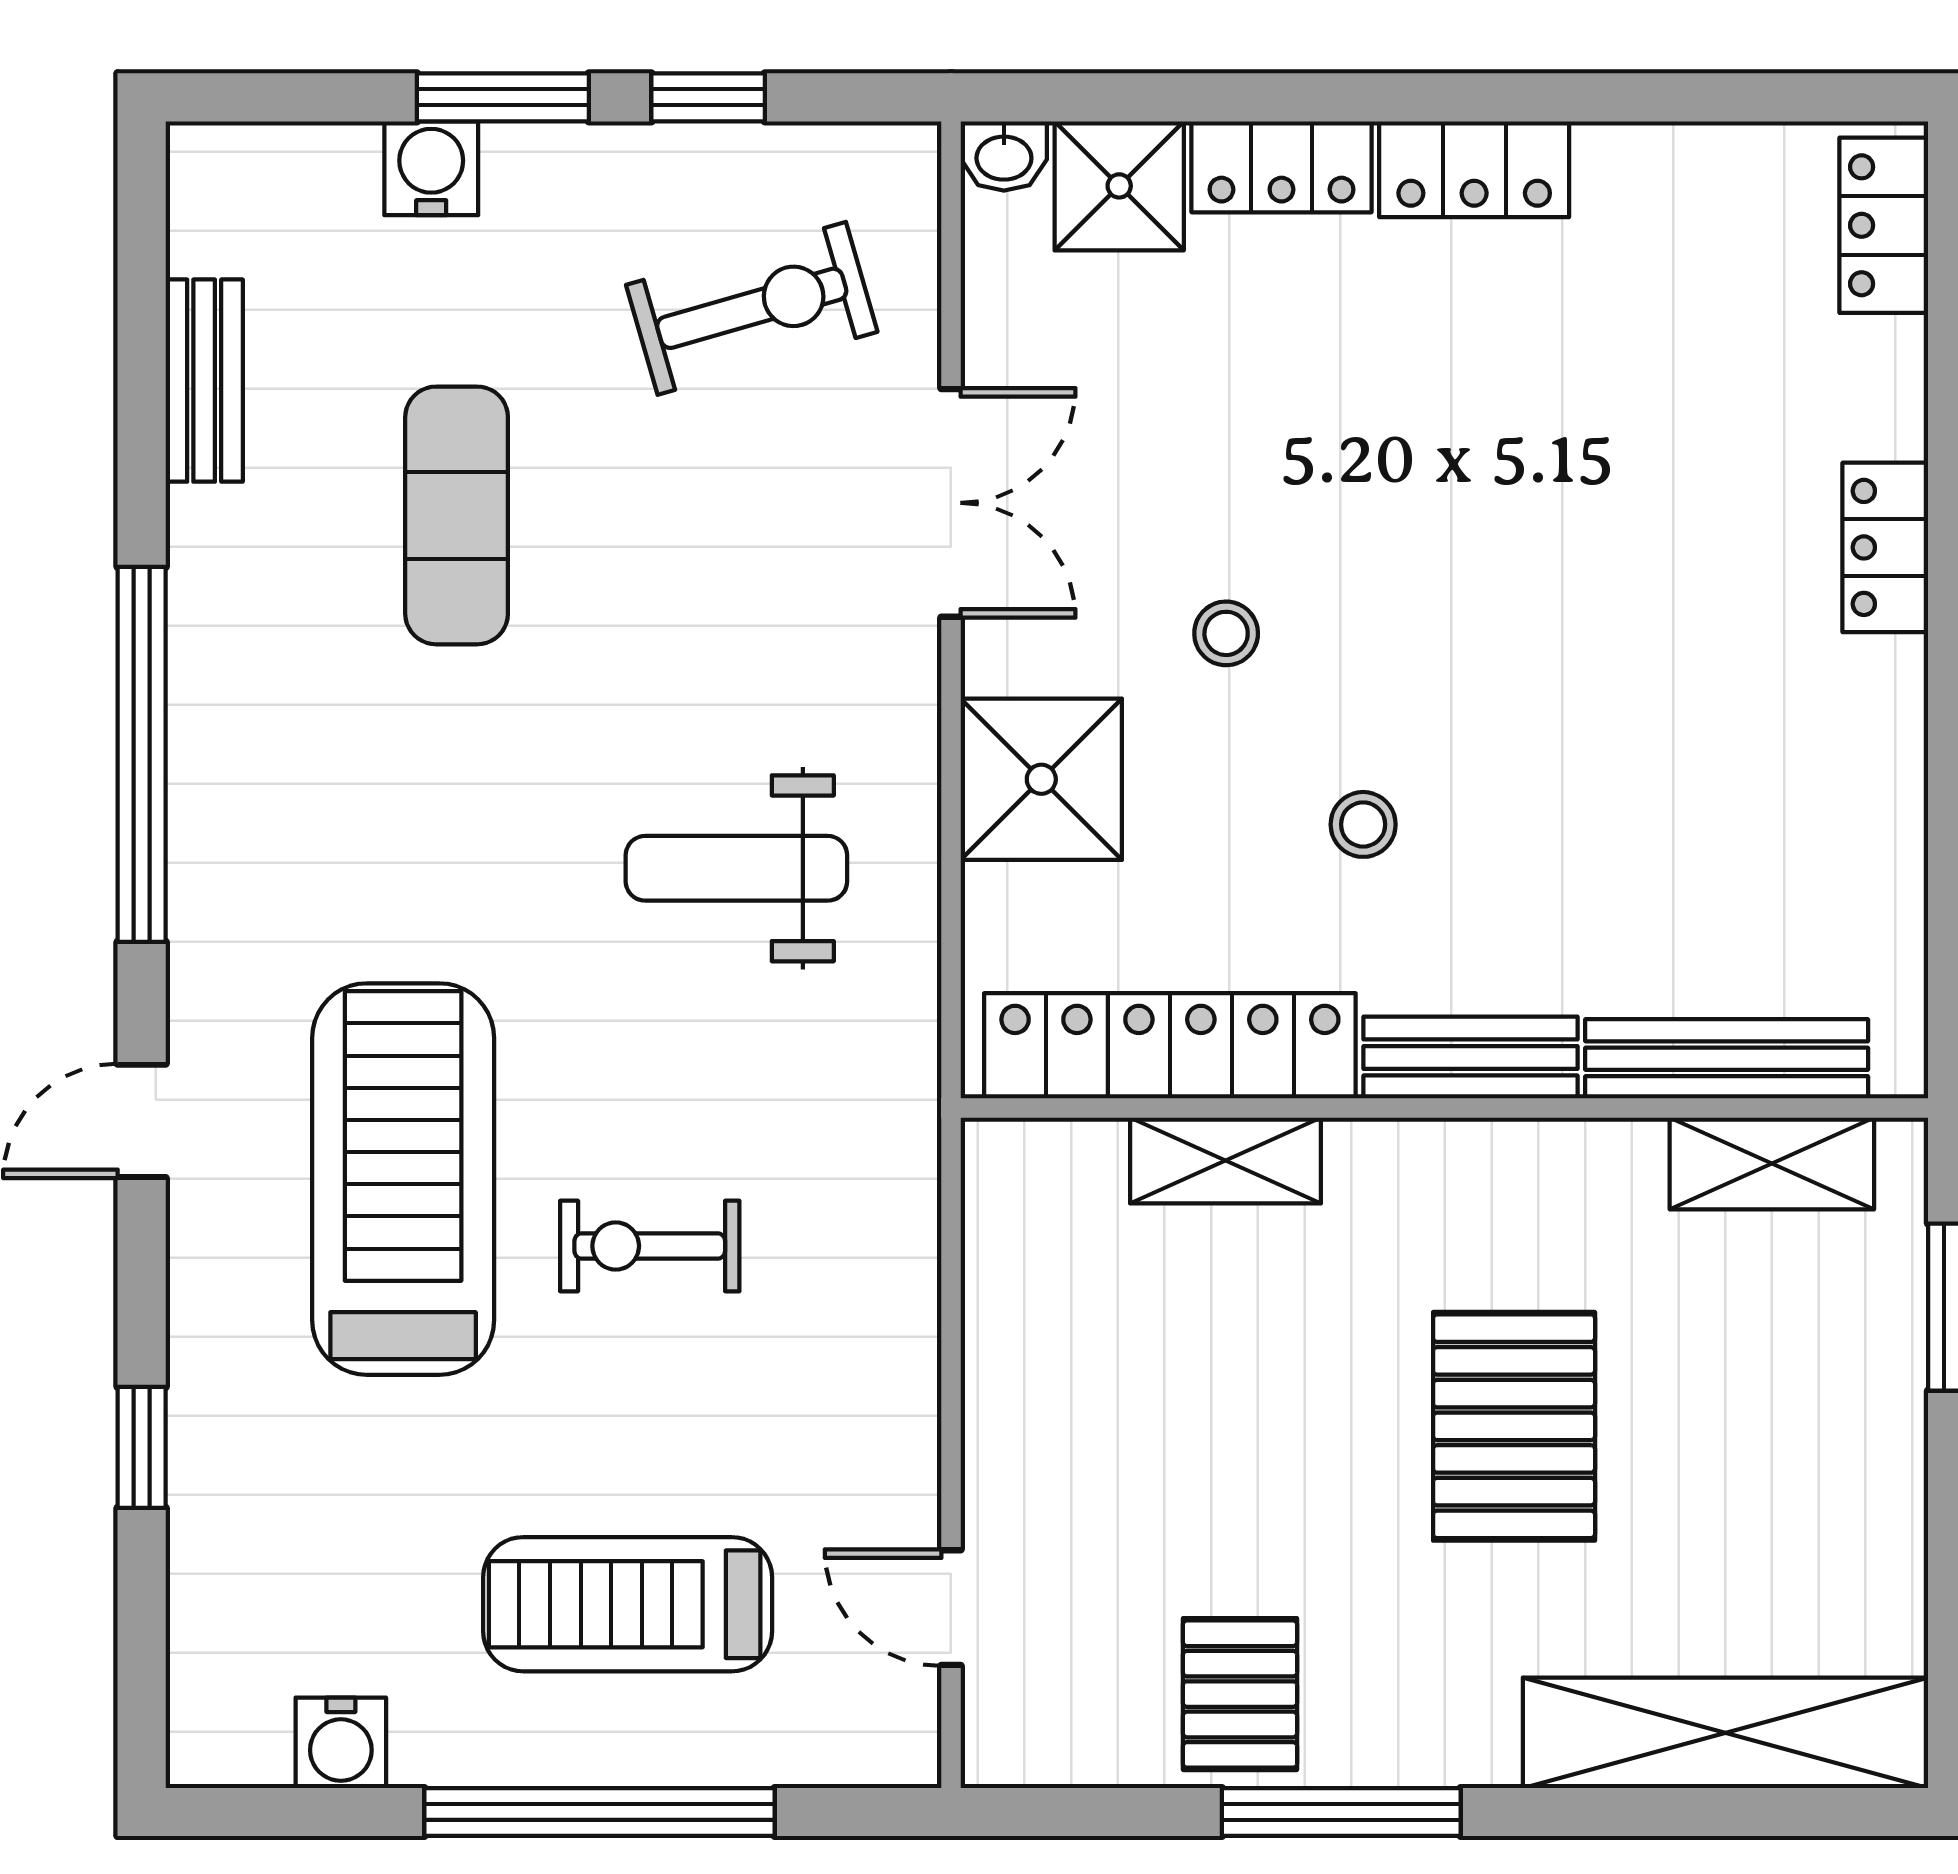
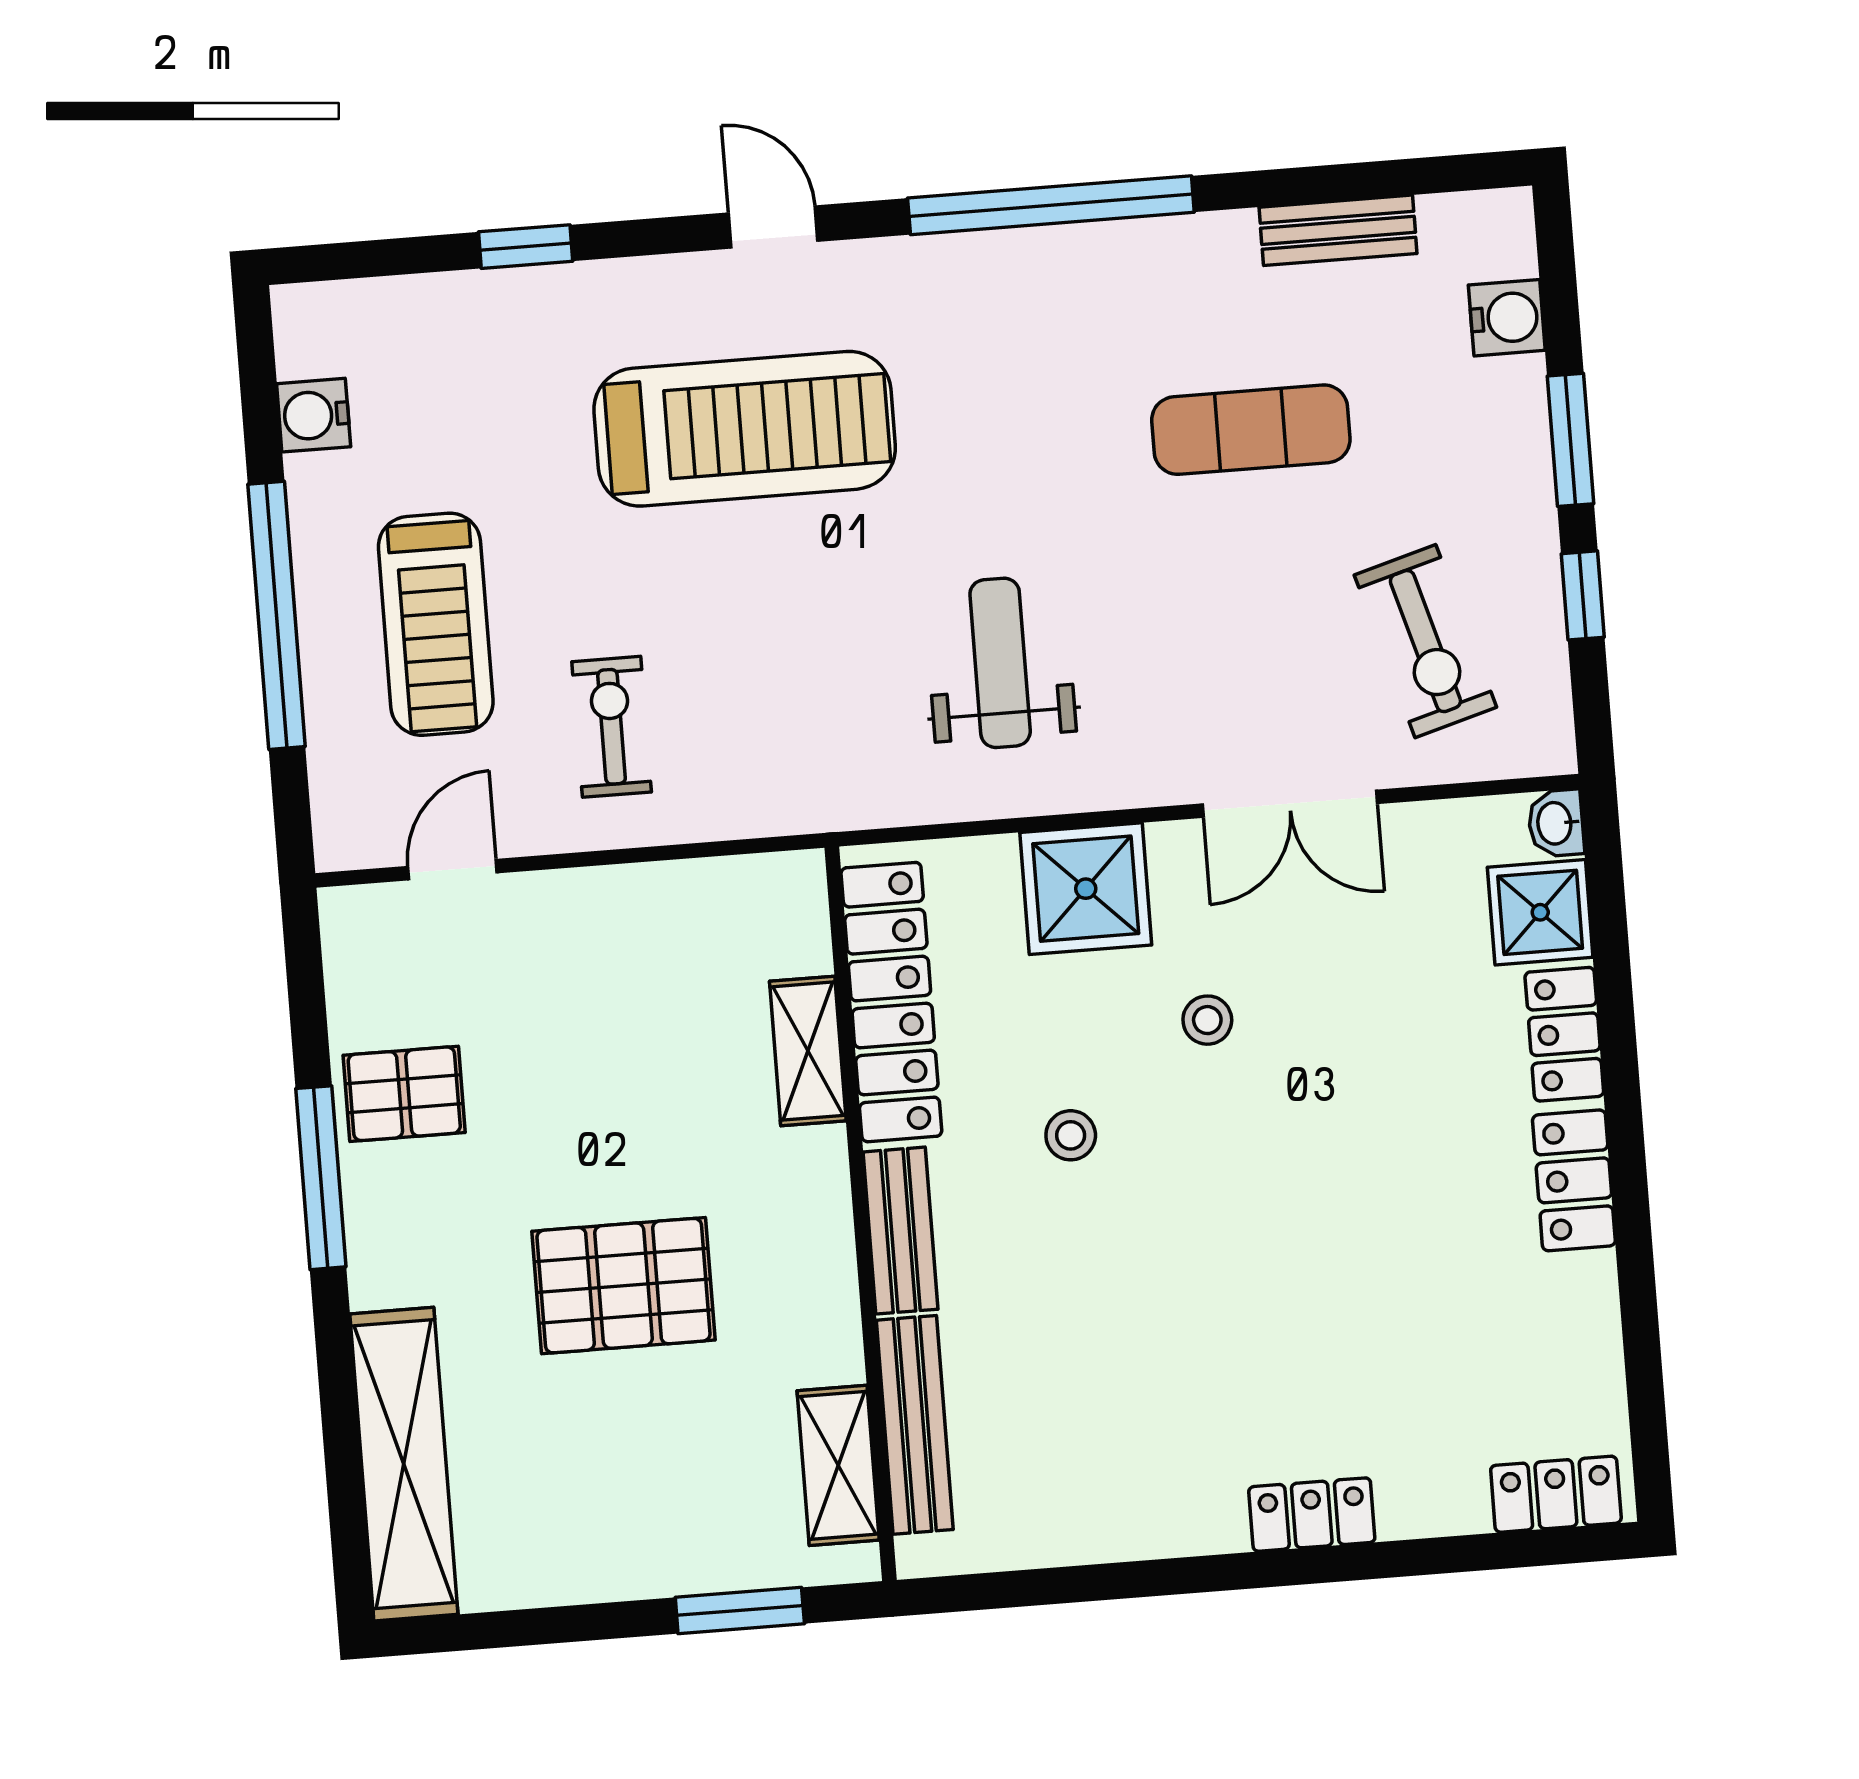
water cooler: (431, 168) -> (1507, 318), moved
exercise bike: (650, 1246) -> (612, 727), moved
treadmill: (628, 1604) -> (436, 624), turned 180

